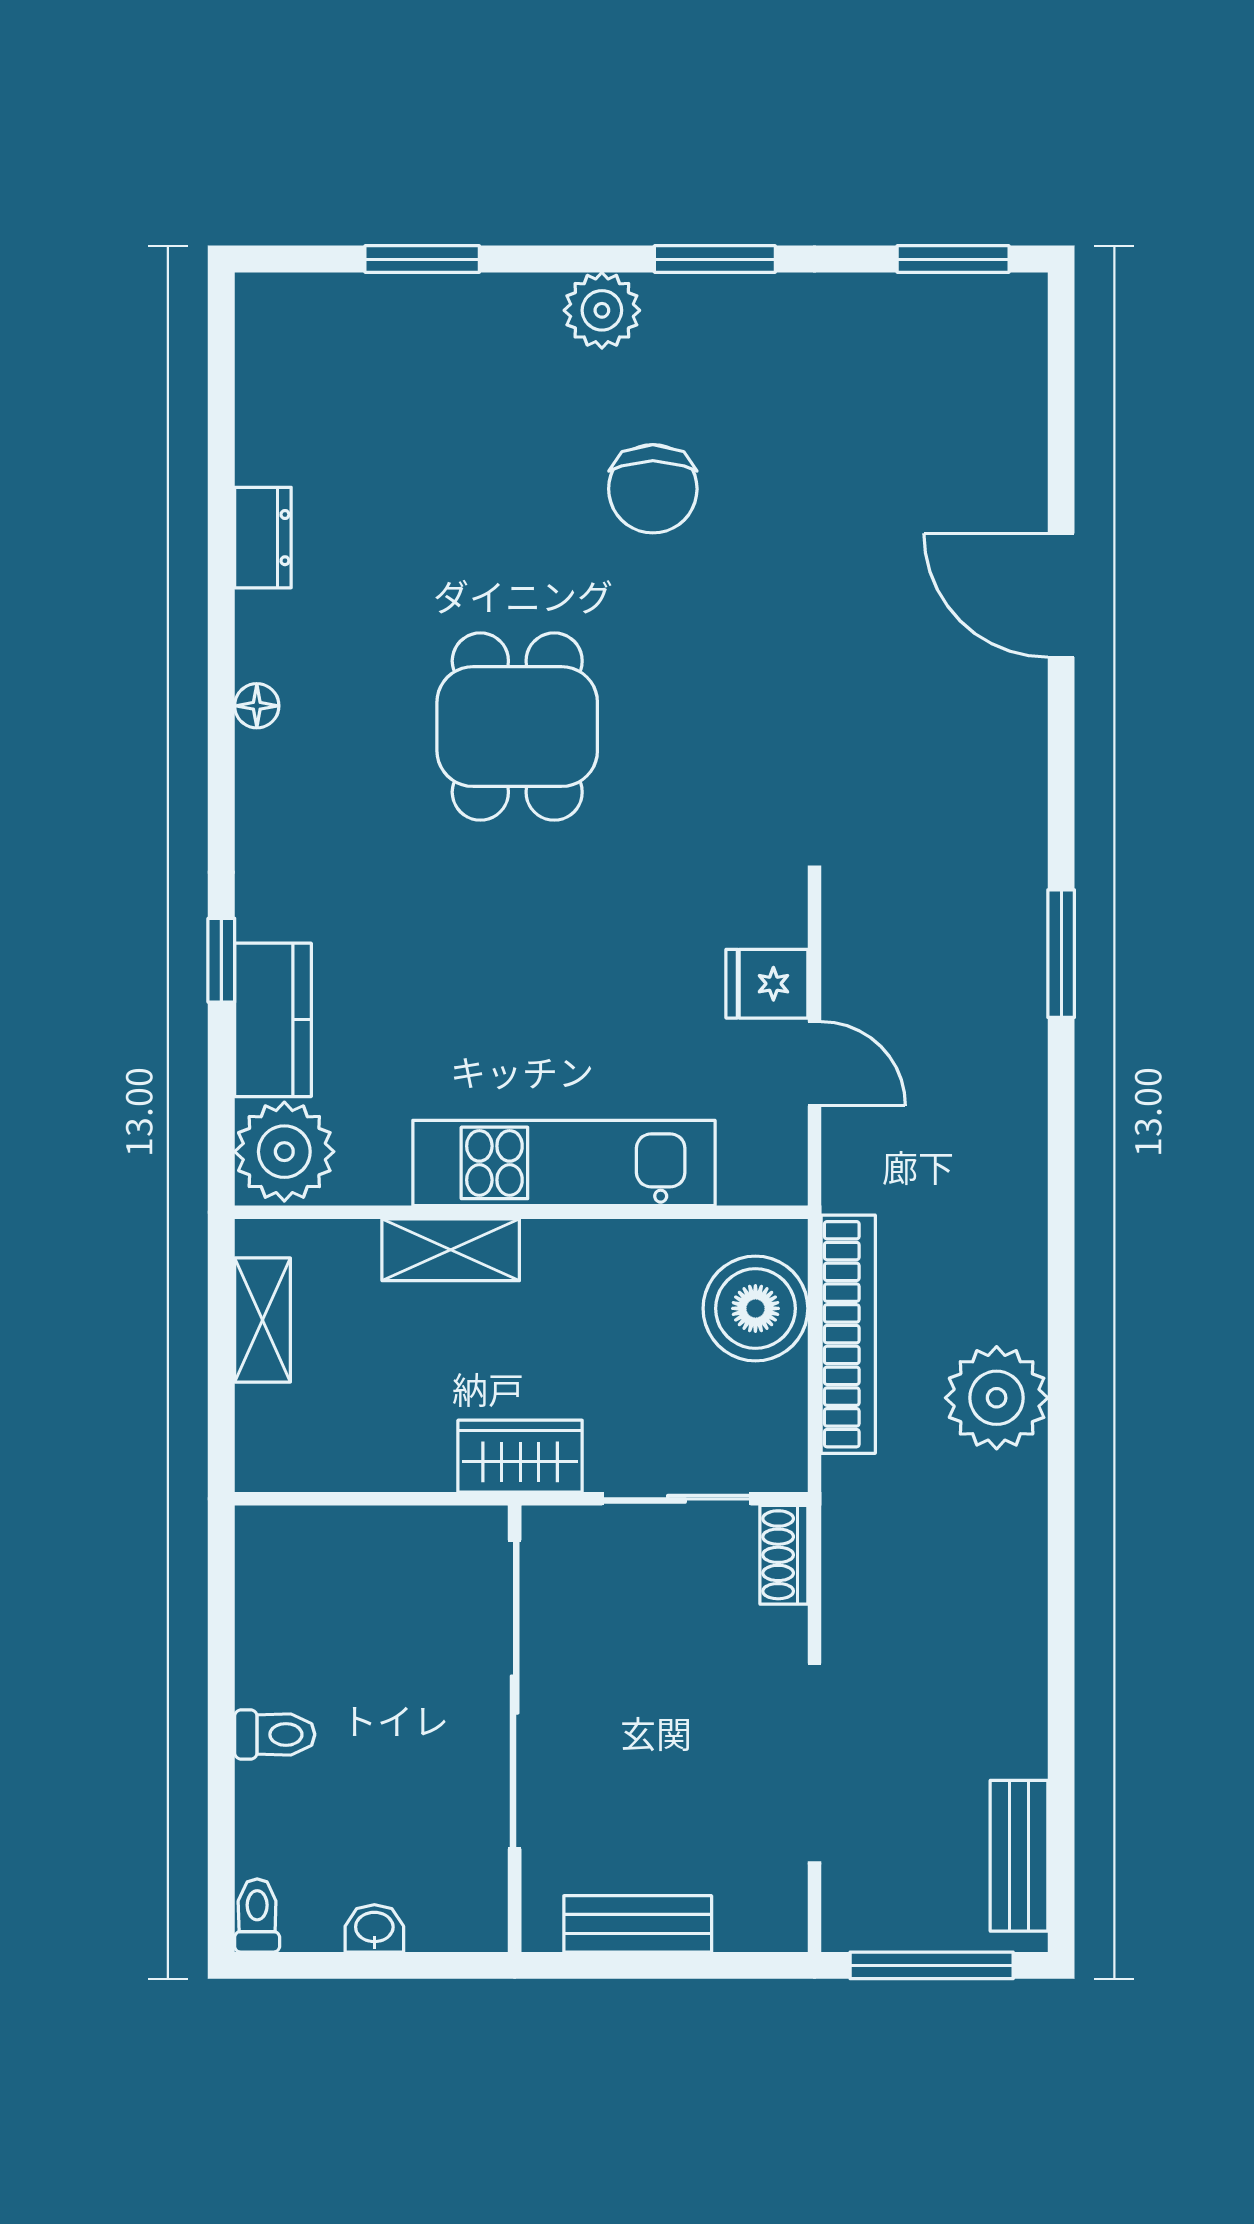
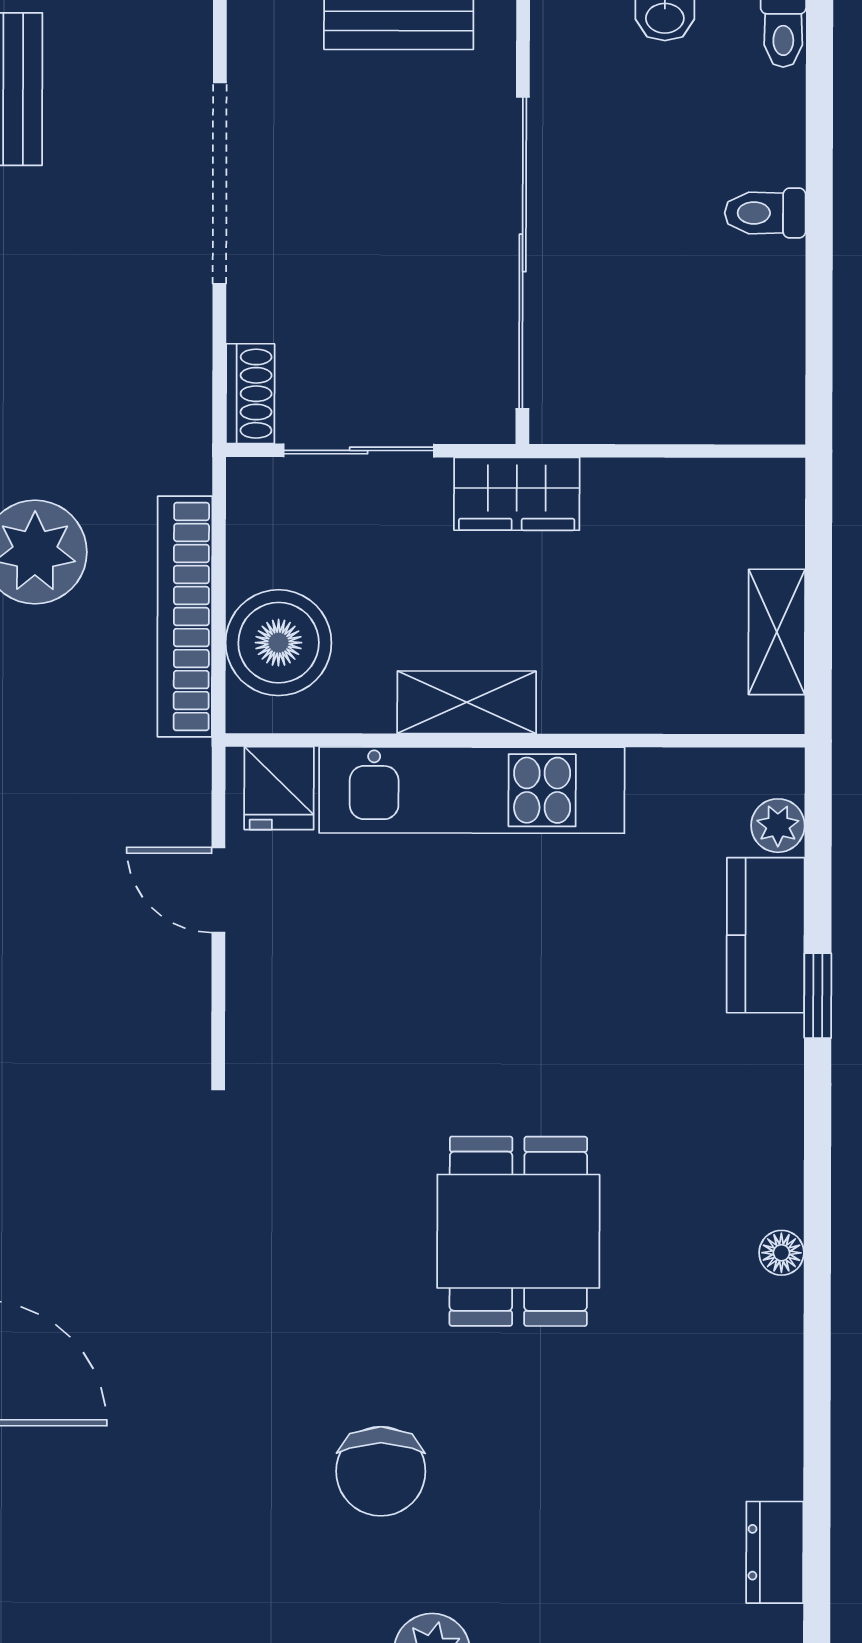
chair: (653, 489) -> (381, 1471), turned 180
dresser: (263, 538) -> (775, 1552), moved
fridge: (767, 984) -> (279, 788), moved, turned 90
plant: (284, 1152) -> (778, 826), width x0.53, depth x0.53
shelving: (451, 1250) -> (467, 702), moved

